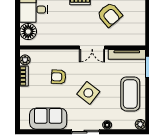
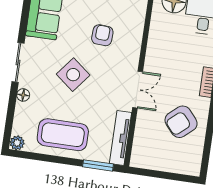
double door: (92, 48) -> (138, 90), swing flipped

